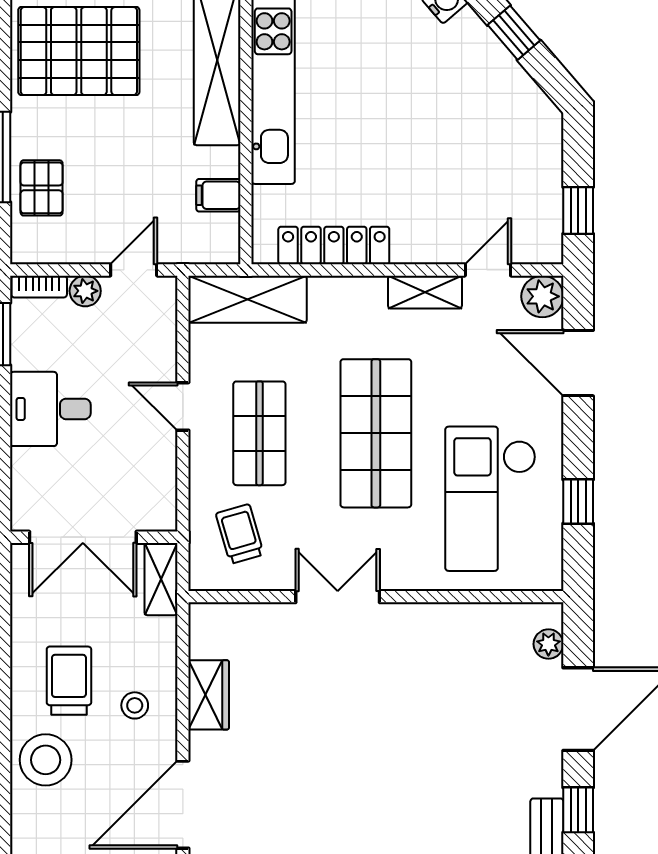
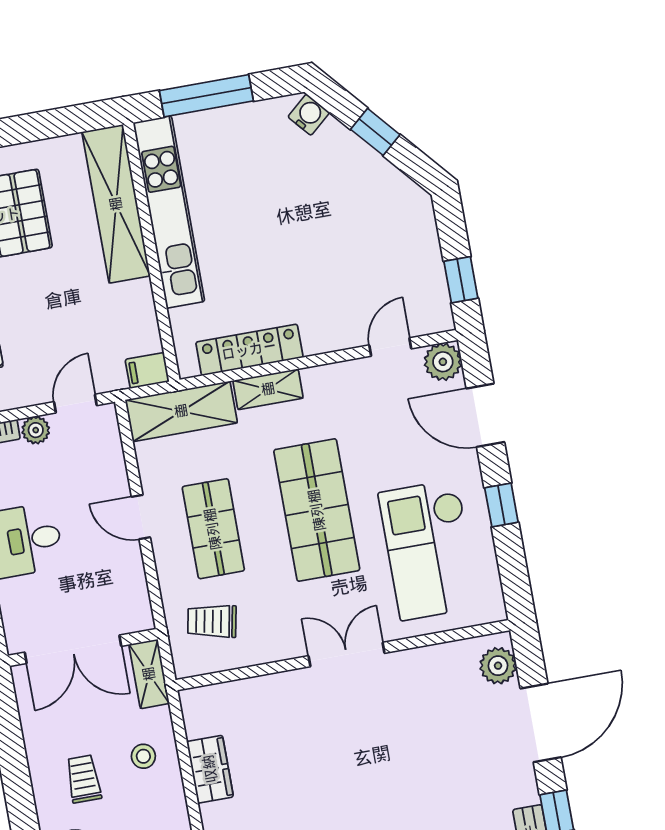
filing cabinet: (218, 195) -> (147, 370), moved
shelving: (425, 292) -> (268, 389), moved
window: (578, 502) -> (501, 505), moved
trolley: (240, 534) -> (212, 621), turned -63
double door: (338, 597) -> (346, 655), moved
plant: (548, 644) -> (498, 666), width x1.38, depth x1.38
trolley: (69, 681) -> (84, 779), width x0.73, depth x0.72
stool: (135, 705) -> (143, 756), moved

